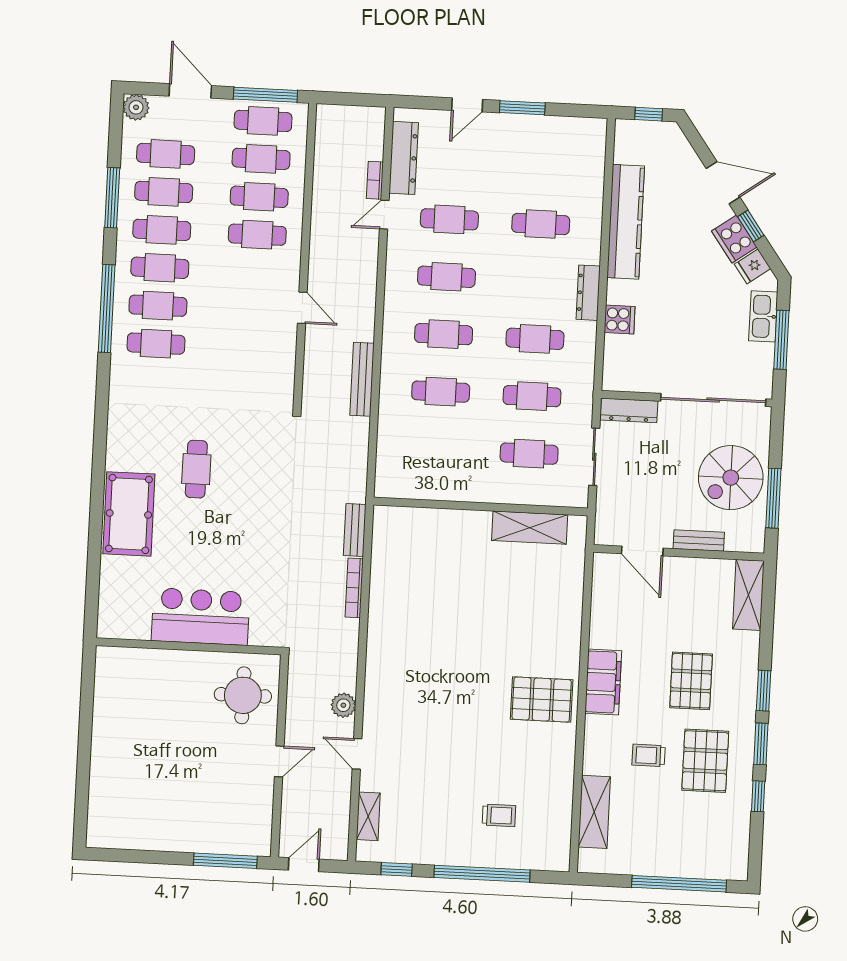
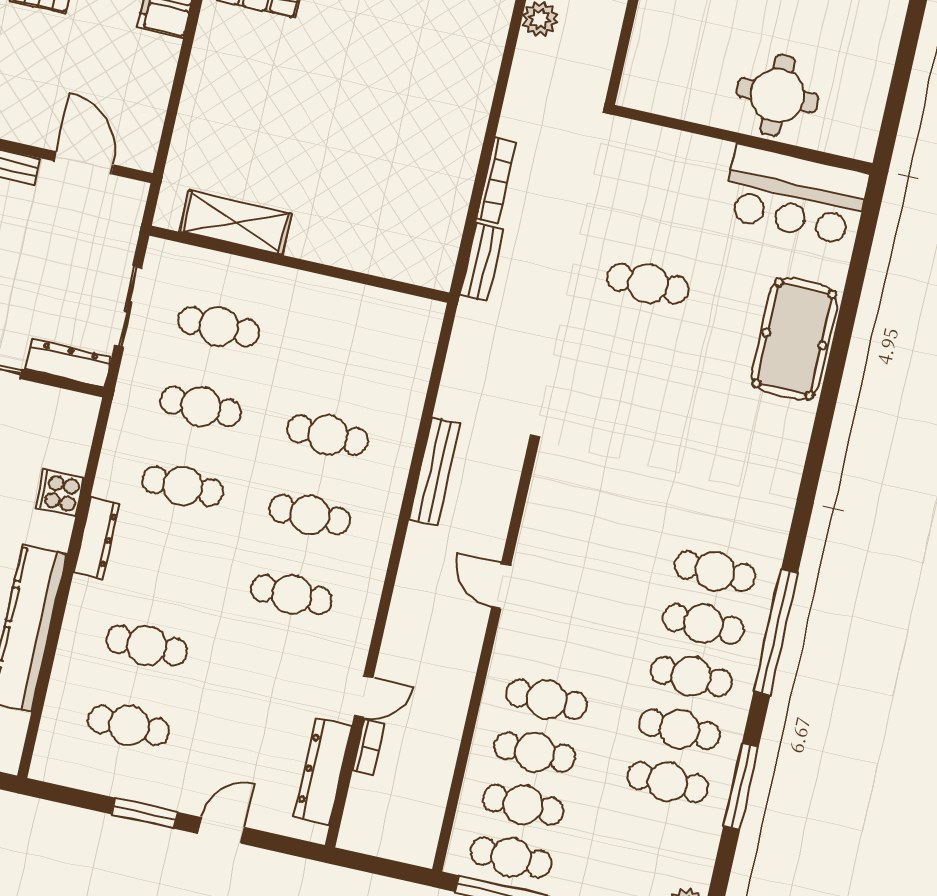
cafe table: (166, 154) -> (656, 835), removed
cafe table: (449, 219) -> (129, 725), moved
cafe table: (196, 469) -> (648, 283), moved, turned 90
bar counter: (200, 617) -> (795, 195), moved
round table: (243, 695) -> (777, 95), moved

